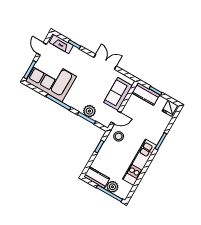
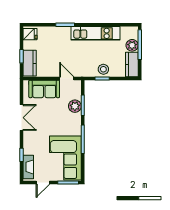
double door: (105, 62) -> (22, 118), swing flipped
stool: (119, 136) -> (103, 69), moved

